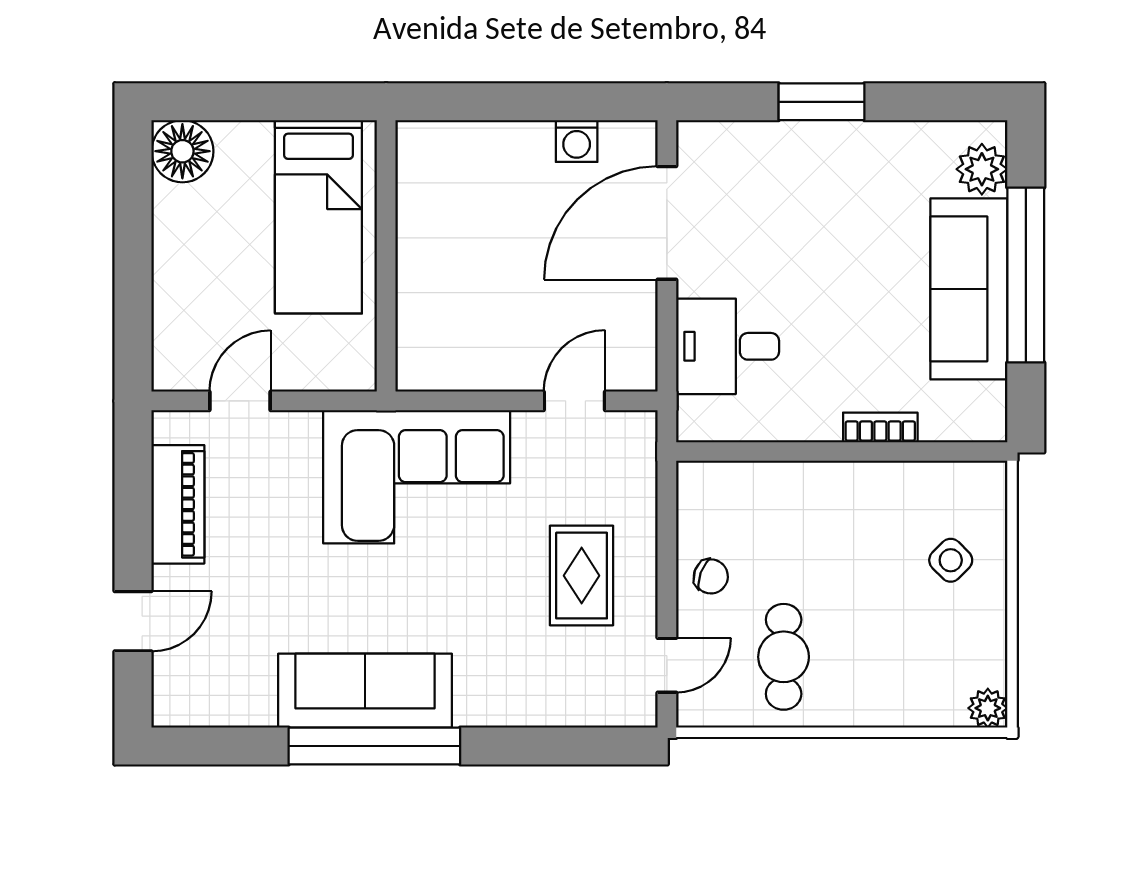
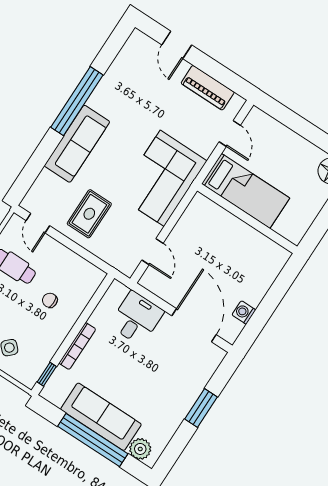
bed: (318, 217) -> (246, 191), moved, turned 180
bookcase: (880, 427) -> (77, 346), width x1.56
window: (955, 452) -> (47, 374), added
rug: (582, 576) -> (89, 214), turned 90
chair: (711, 576) -> (50, 300), moved, turned 70
sofa: (365, 691) -> (77, 144), moved

